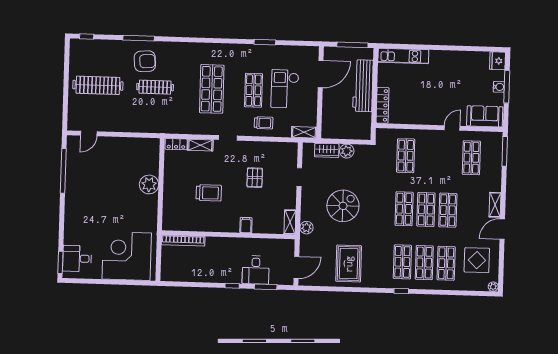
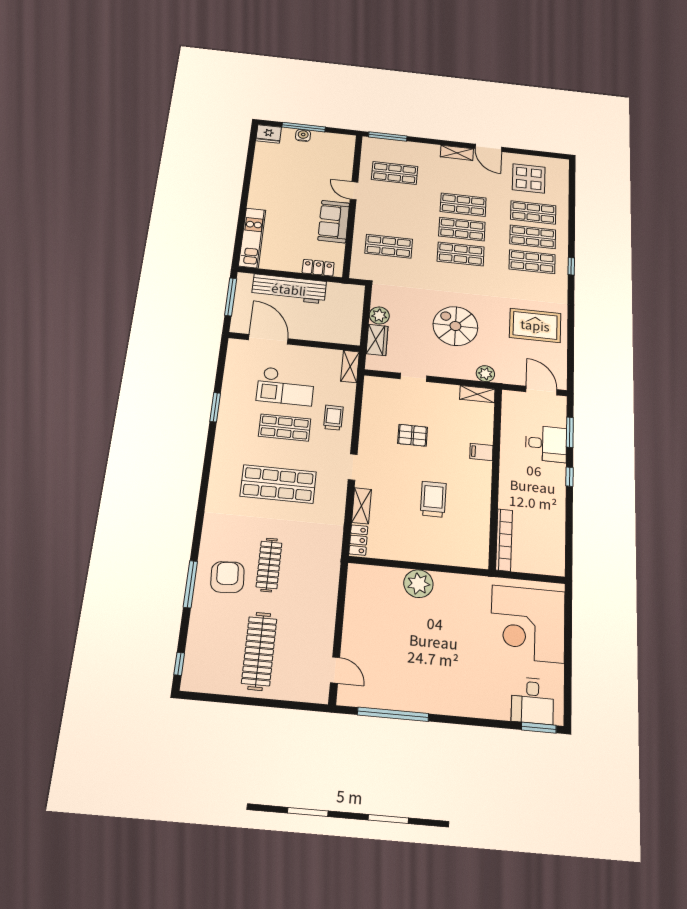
locker: (382, 105) -> (318, 268), width x0.66
sofa: (485, 116) -> (334, 222), moved
plant: (493, 287) -> (563, 164), removed

